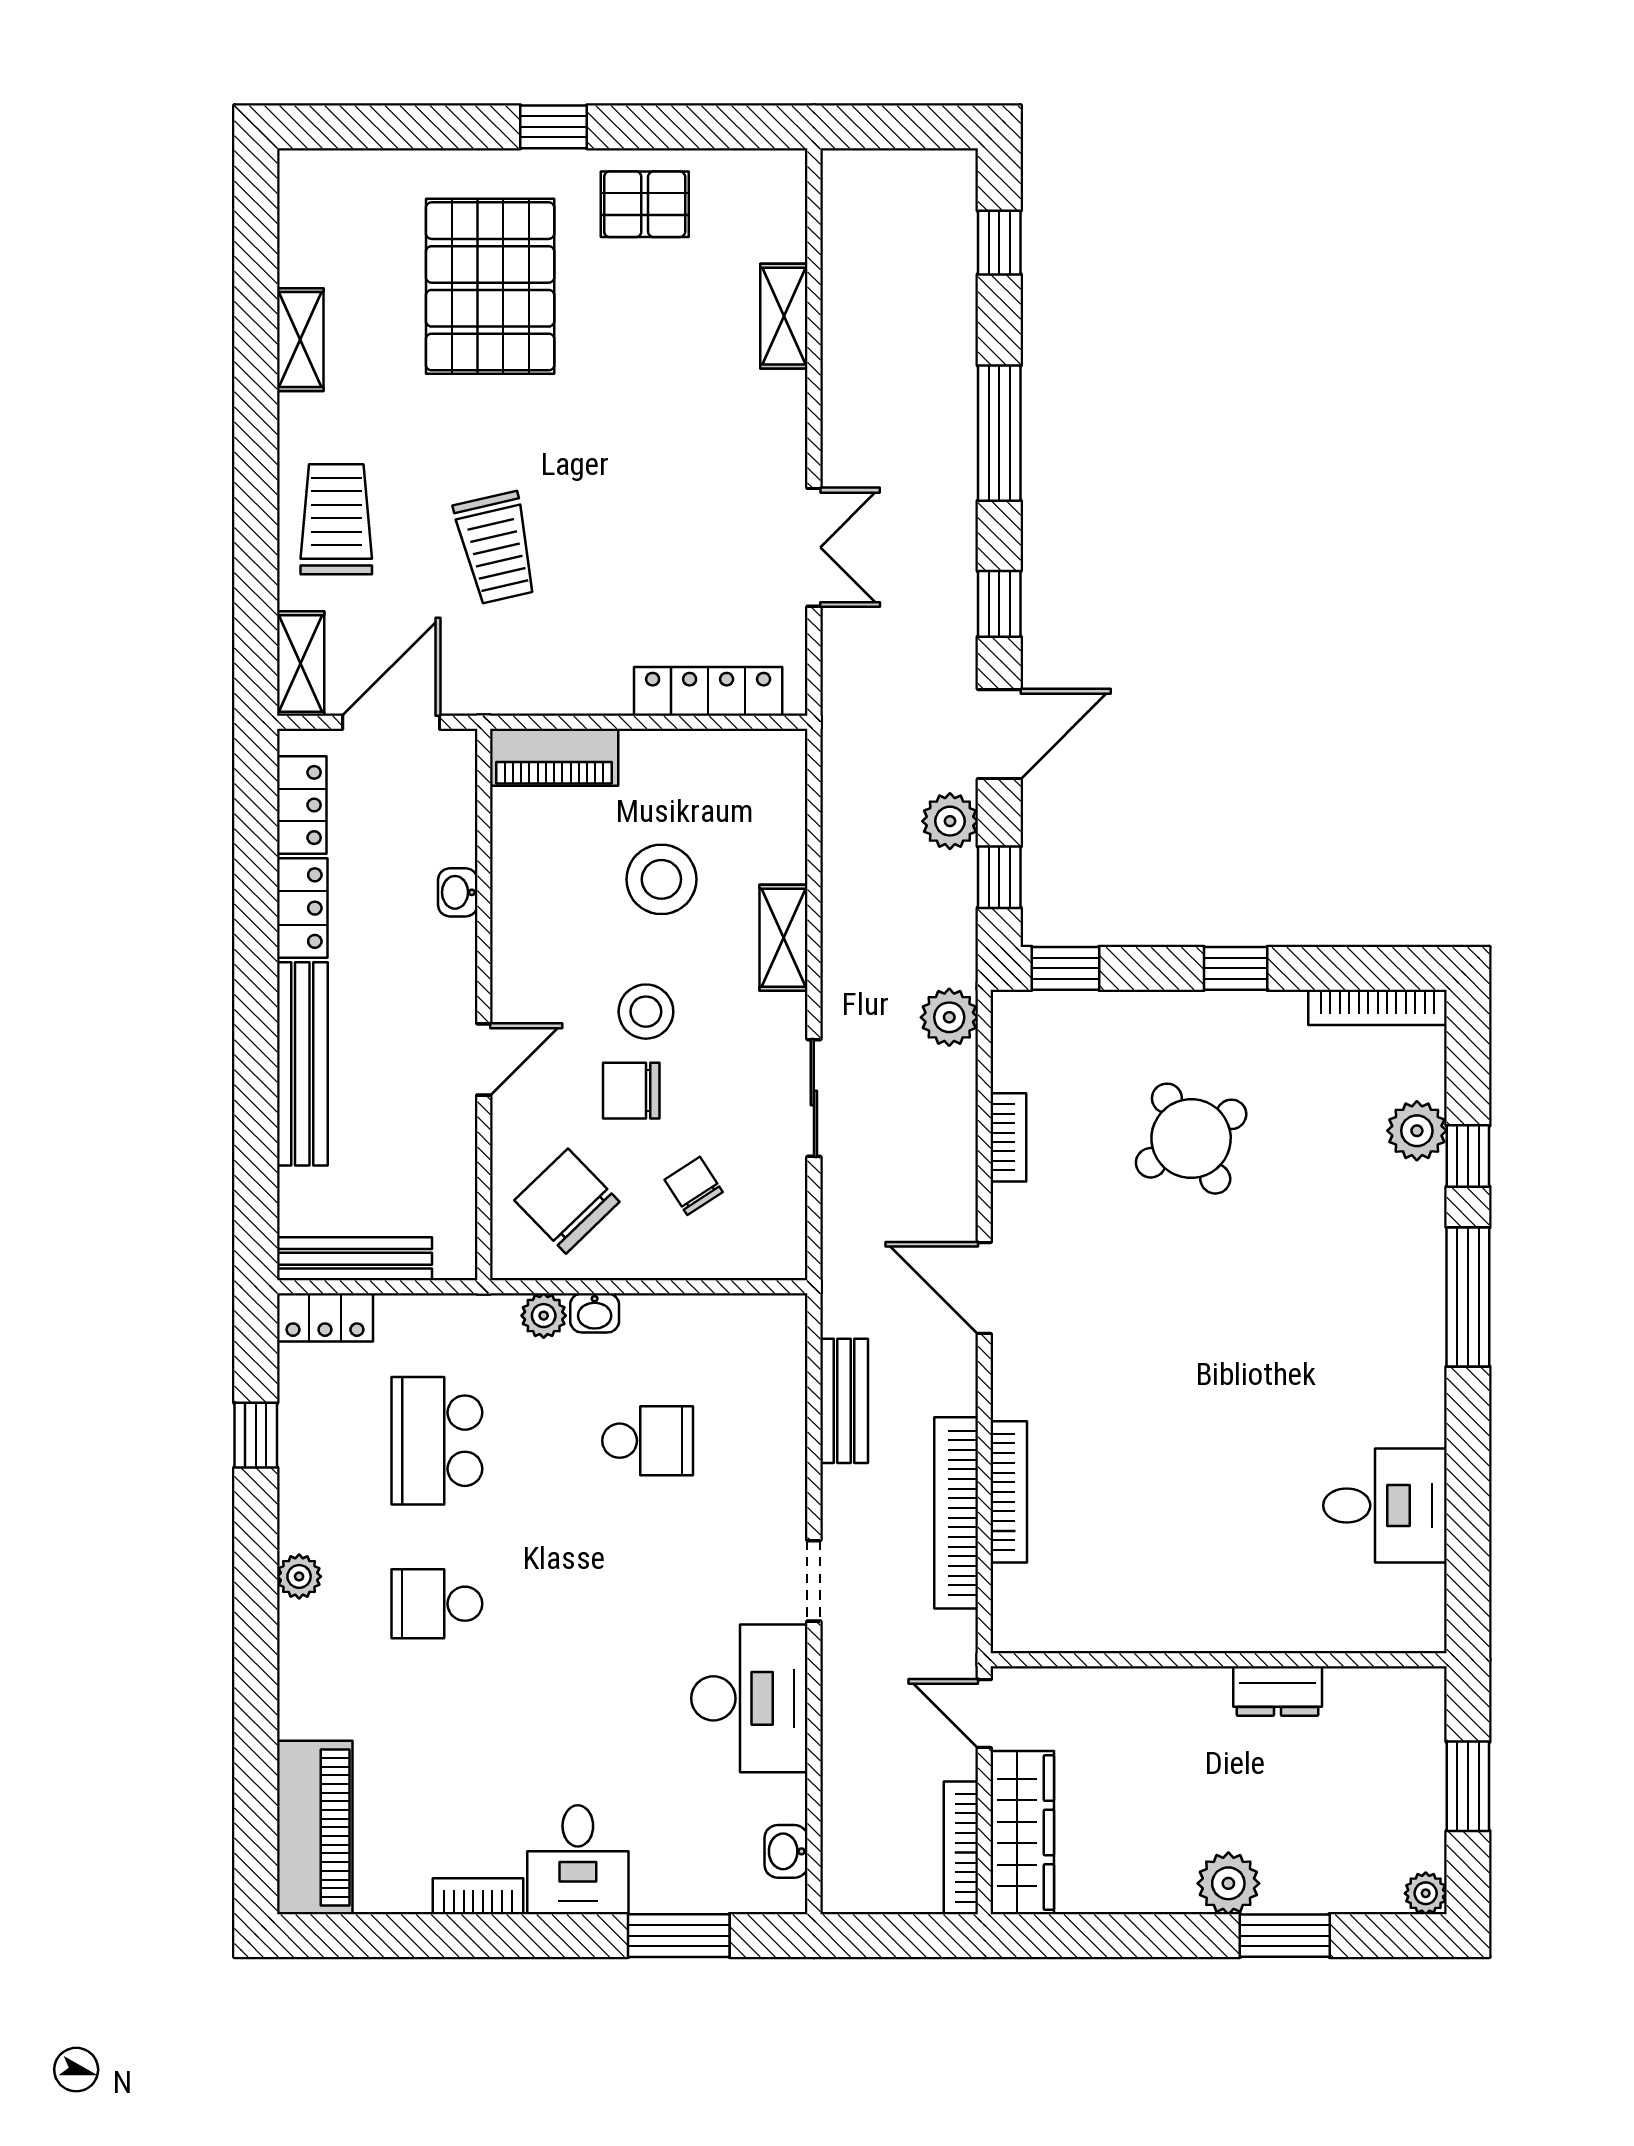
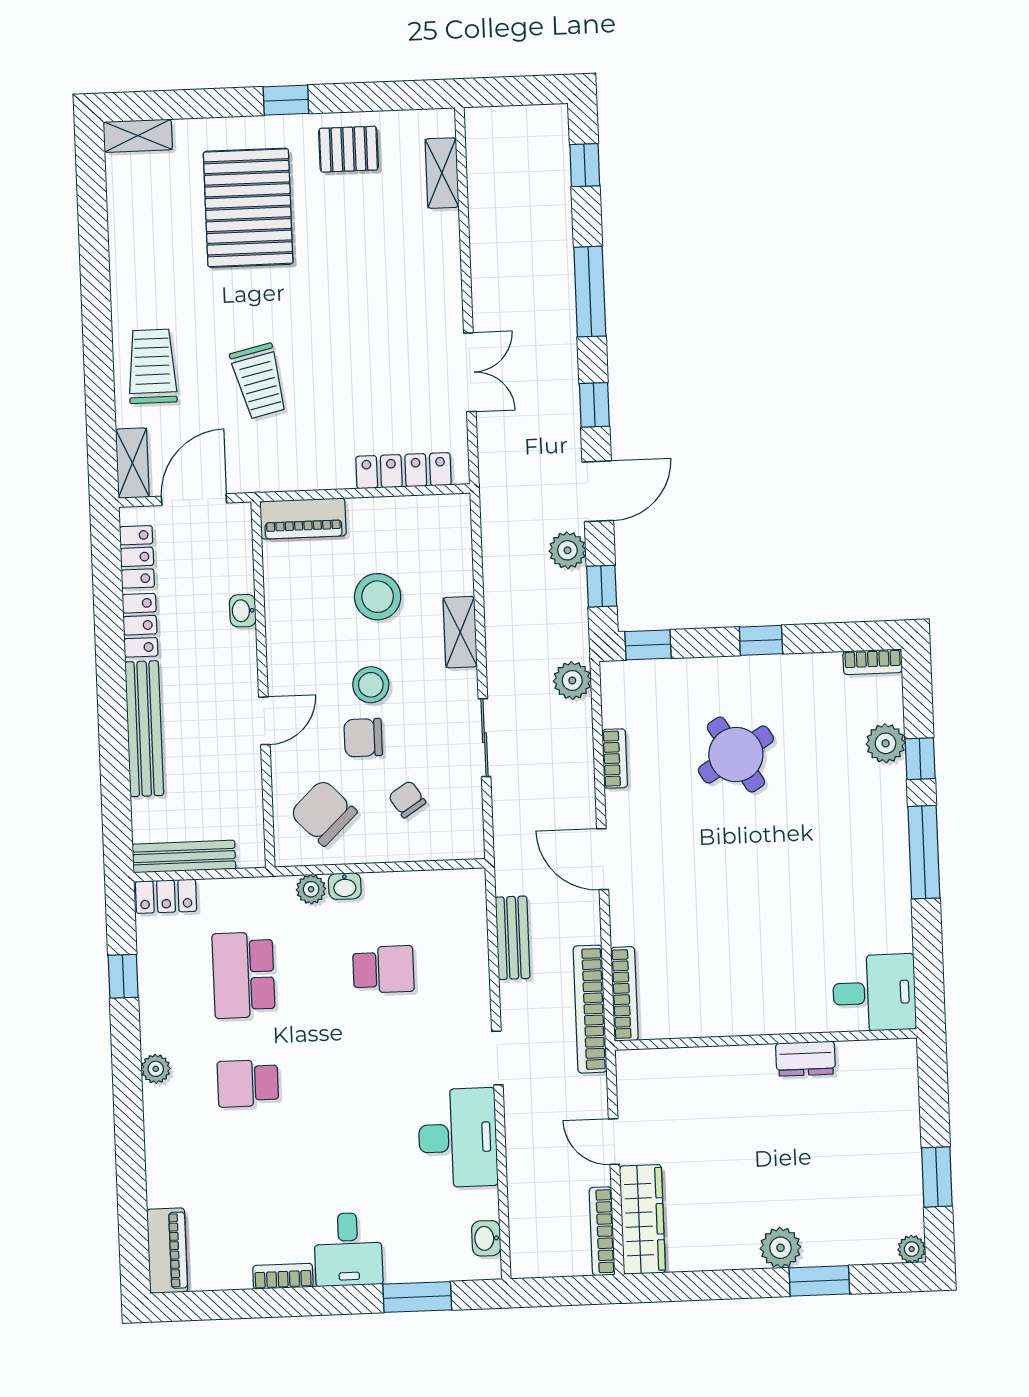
shelving: (784, 316) -> (442, 173), moved
shelving: (300, 340) -> (138, 136), moved, turned 90
bookcase: (1378, 1007) -> (873, 662), width x0.64
wall: (1219, 1660) -> (766, 1039), moved
dresser: (1278, 1691) -> (806, 1059), moved
piano: (315, 1827) -> (167, 1251), width x0.73, depth x0.75

